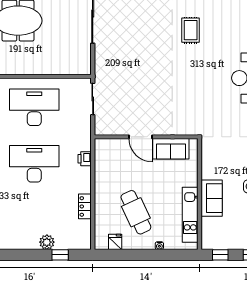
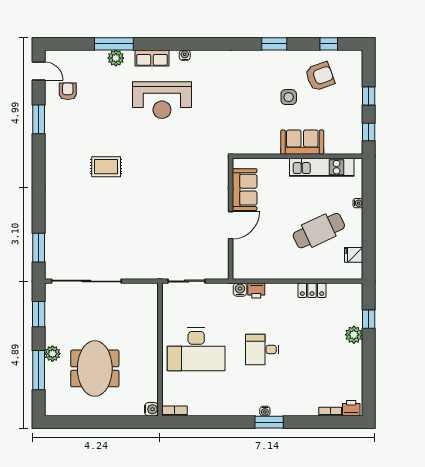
desk: (34, 107) -> (196, 349), turned -90
water cooler: (85, 145) -> (240, 290), added
desk: (34, 164) -> (262, 349), width x0.53, depth x0.77

